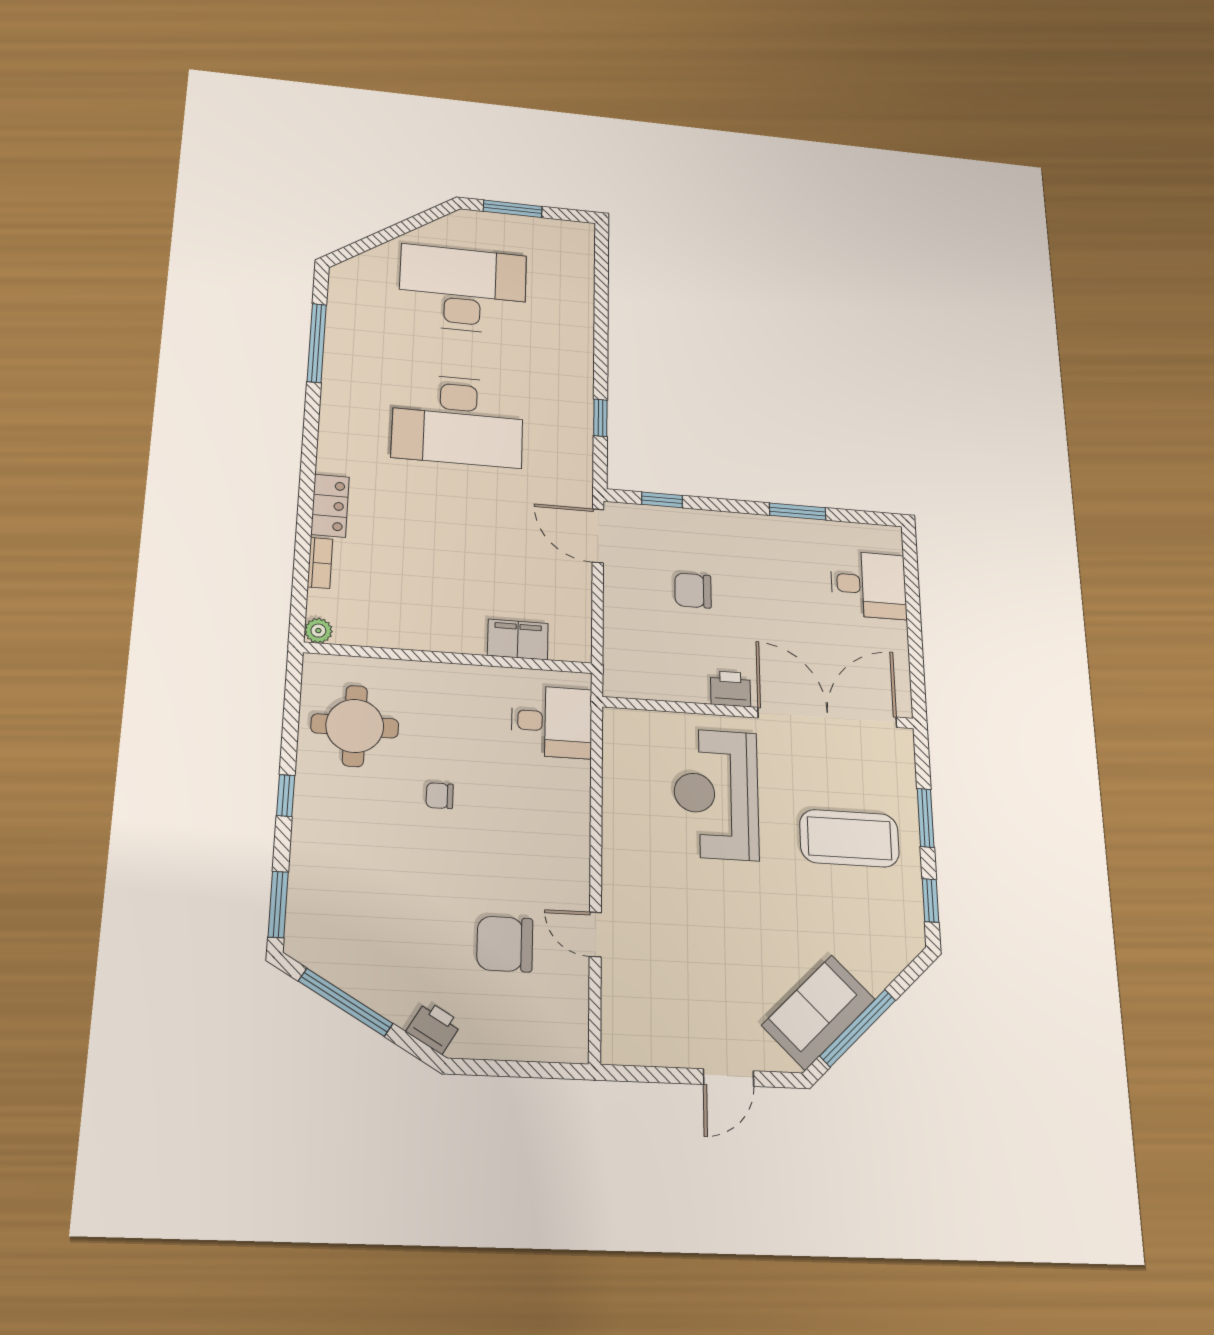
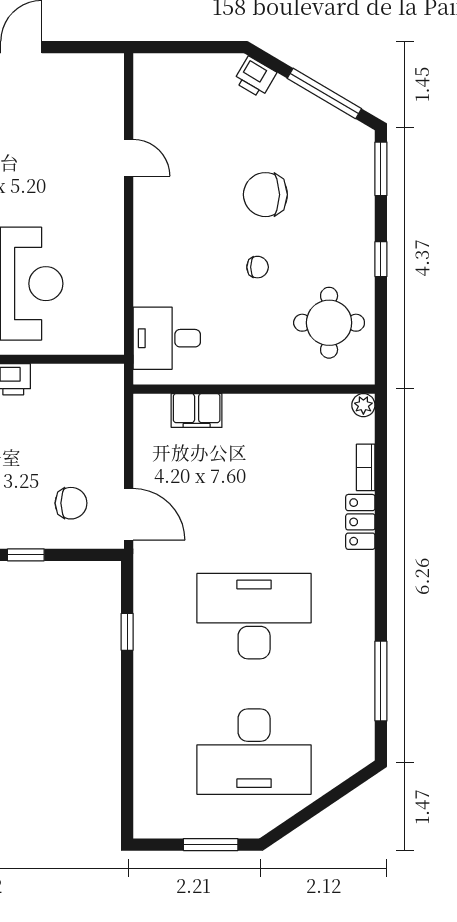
window: (662, 500) -> (26, 555), moved
chair: (693, 590) -> (71, 503), moved
chair: (505, 944) -> (265, 195), moved, turned 180

